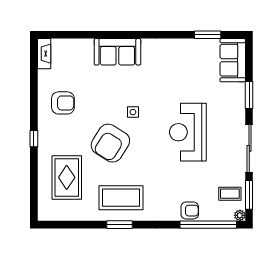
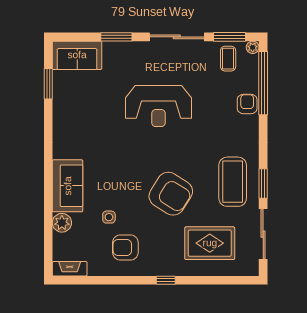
plant: (85, 47) -> (62, 223), added
armchair: (63, 103) -> (125, 247), turned -90
side table: (133, 112) -> (109, 217), moved
sliding door: (75, 225) -> (263, 234), added

